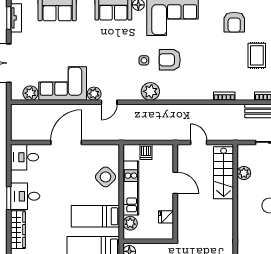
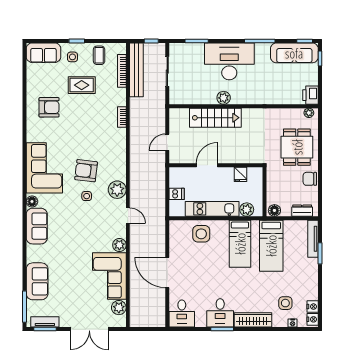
armchair: (170, 60) -> (86, 171), turned 97
door: (109, 102) -> (128, 216), moved
stairs: (224, 173) -> (215, 118), moved
plant: (244, 173) -> (224, 98), moved
side table: (106, 177) -> (201, 234), turned 45

